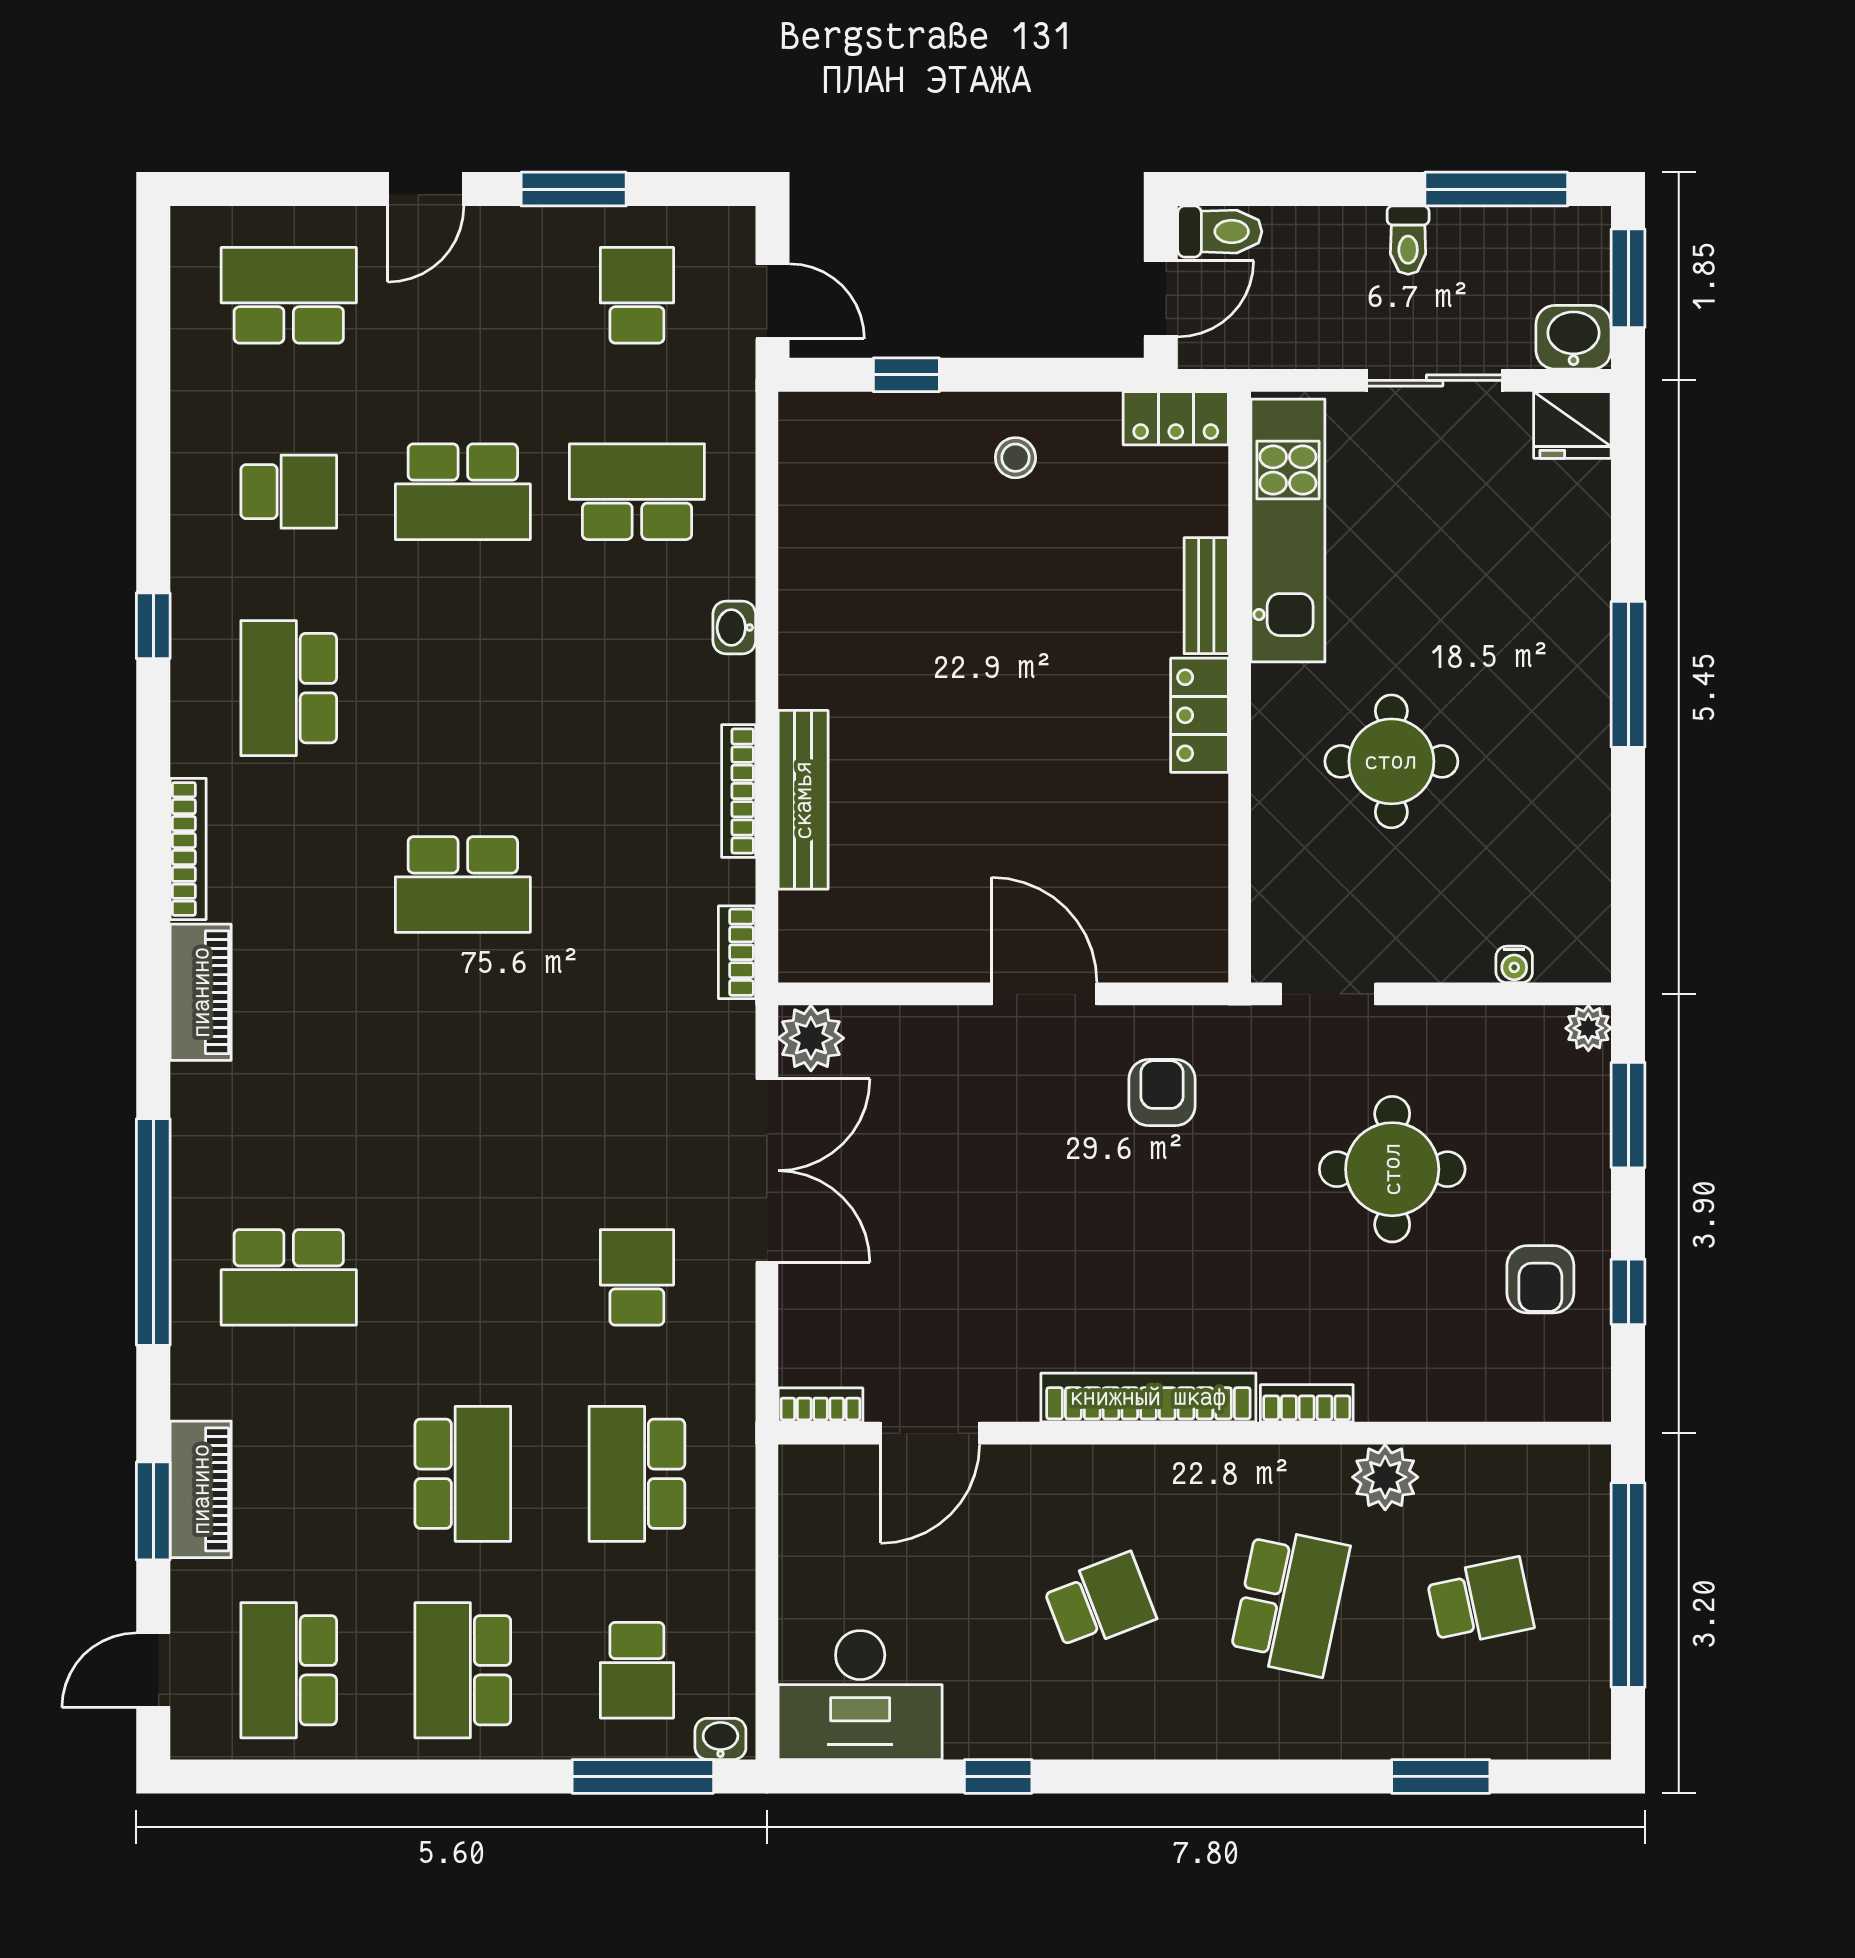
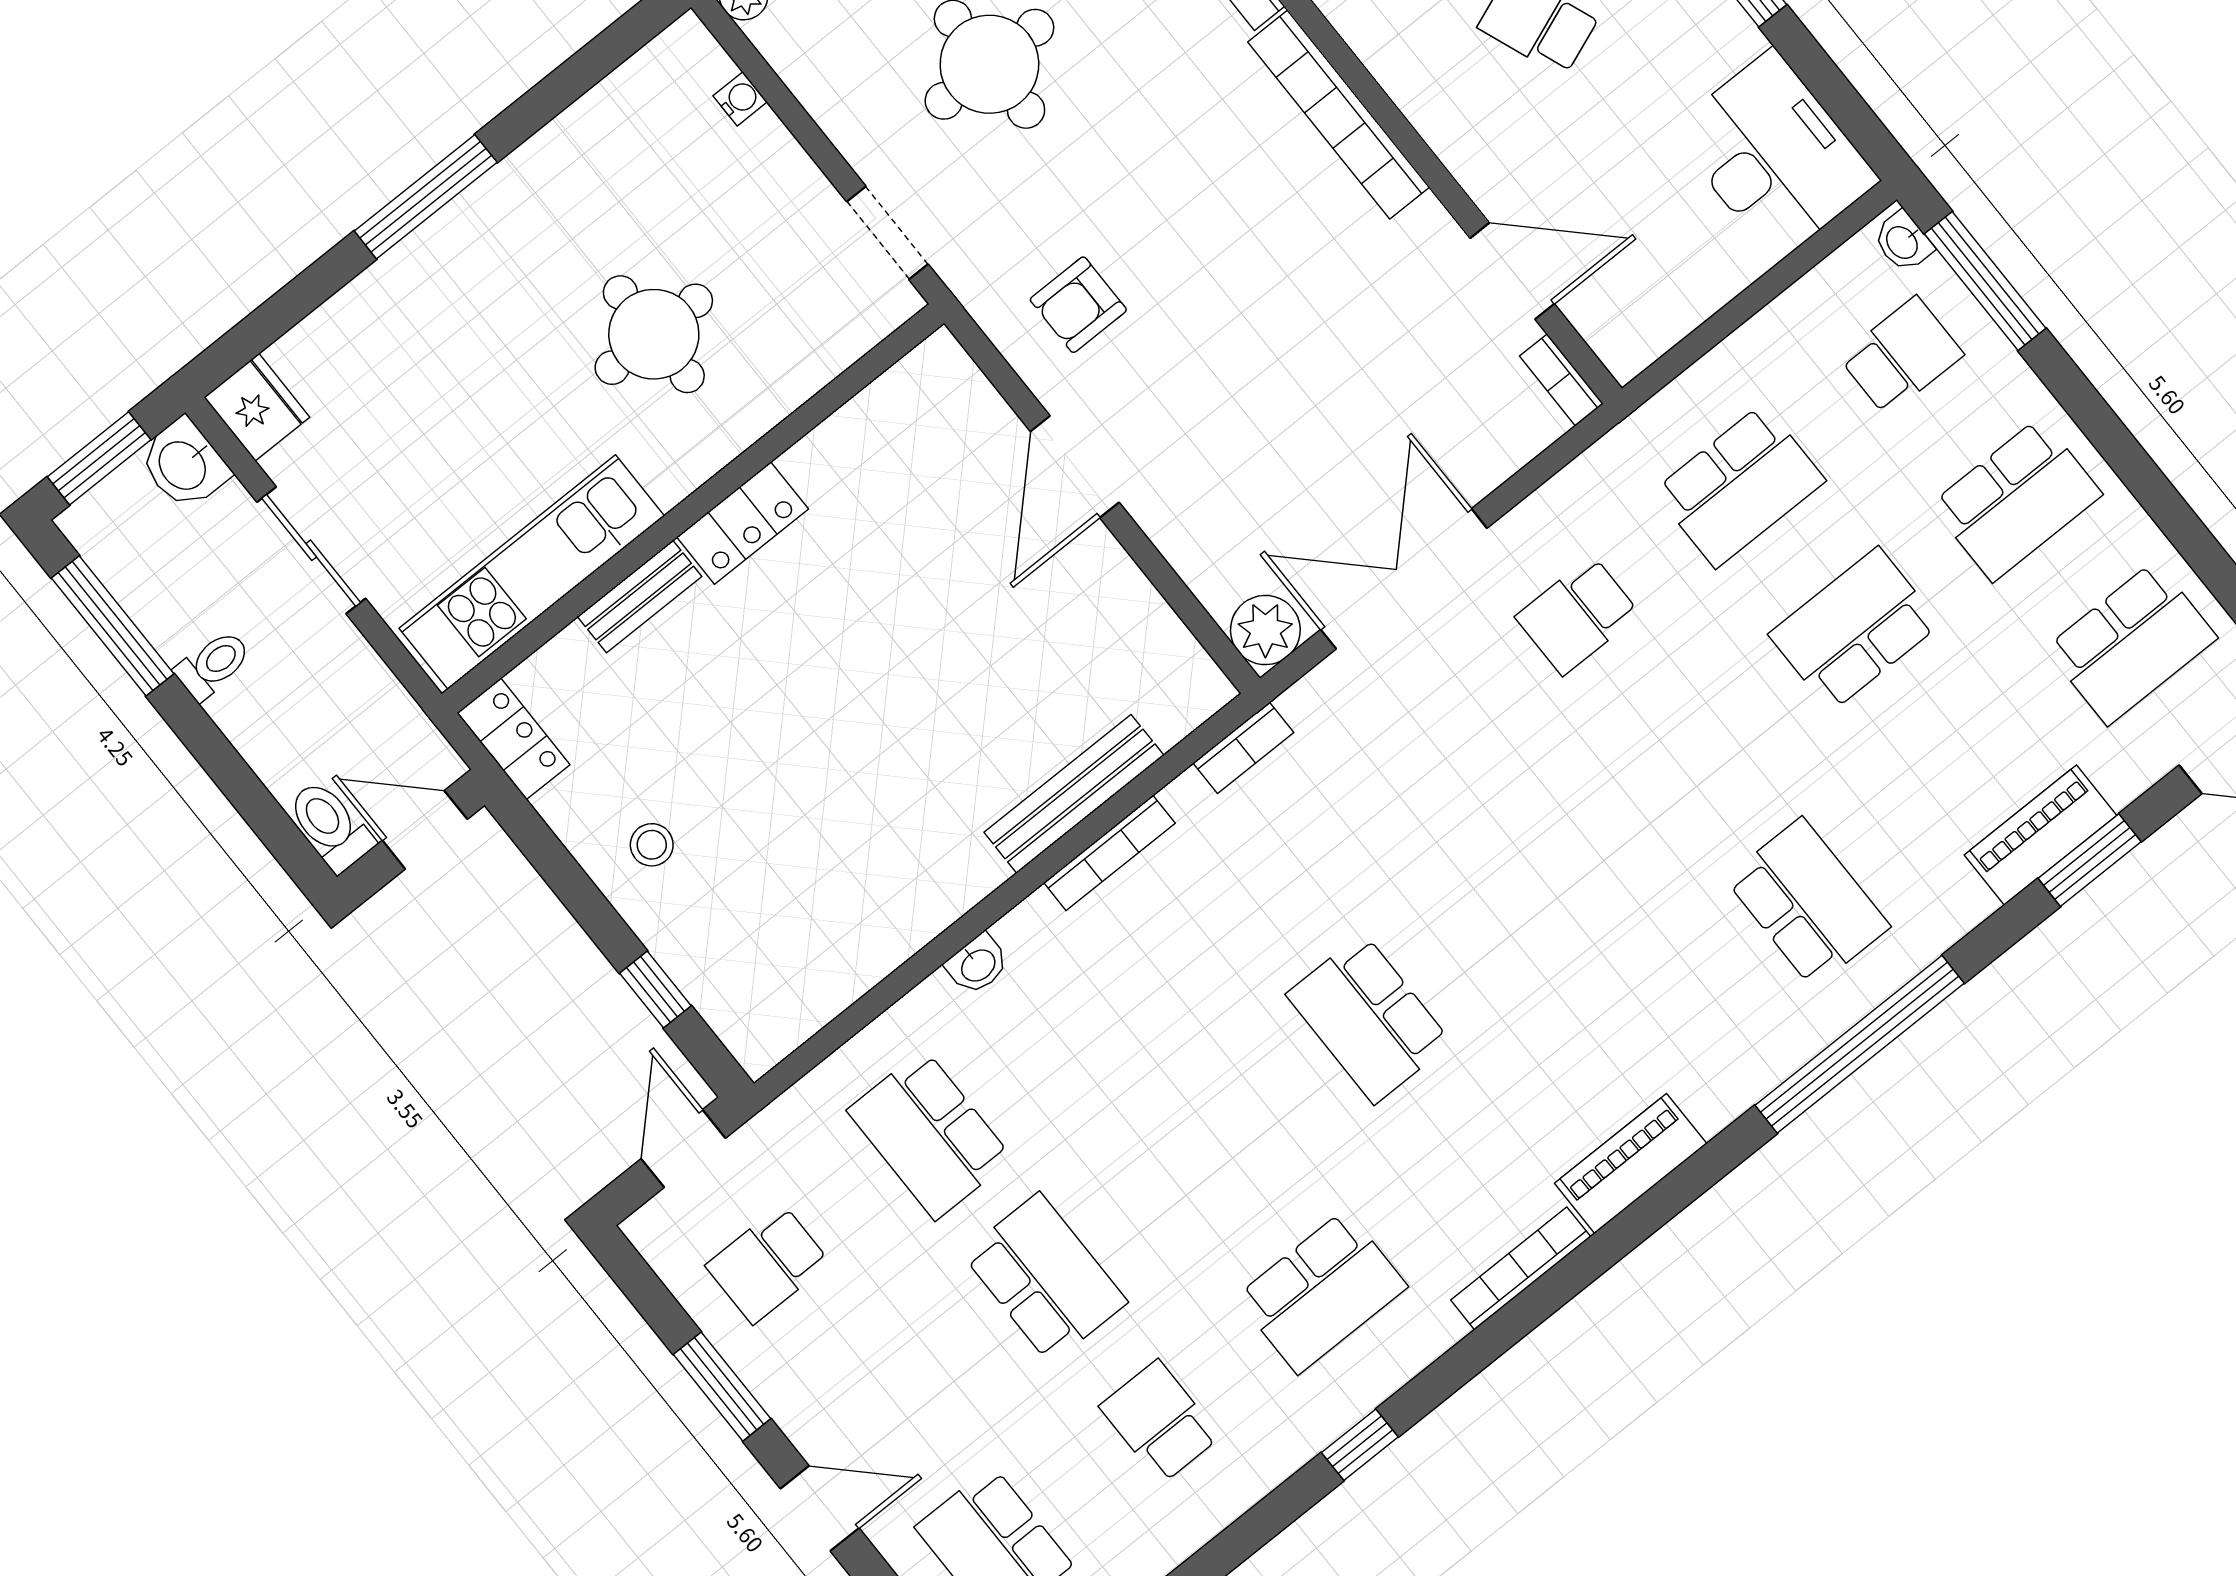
school desk: (463, 885) -> (1369, 1019), turned 180

